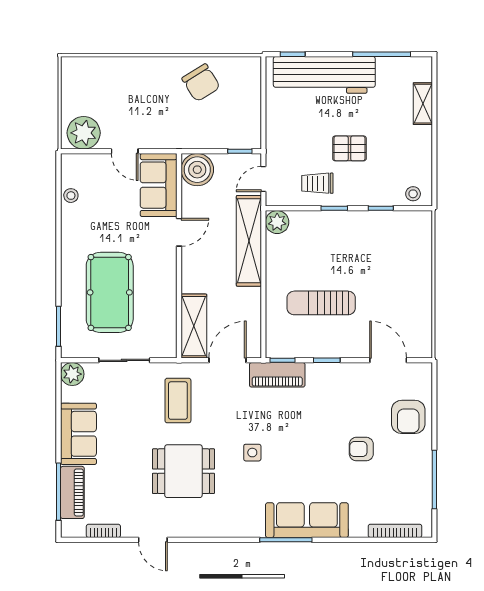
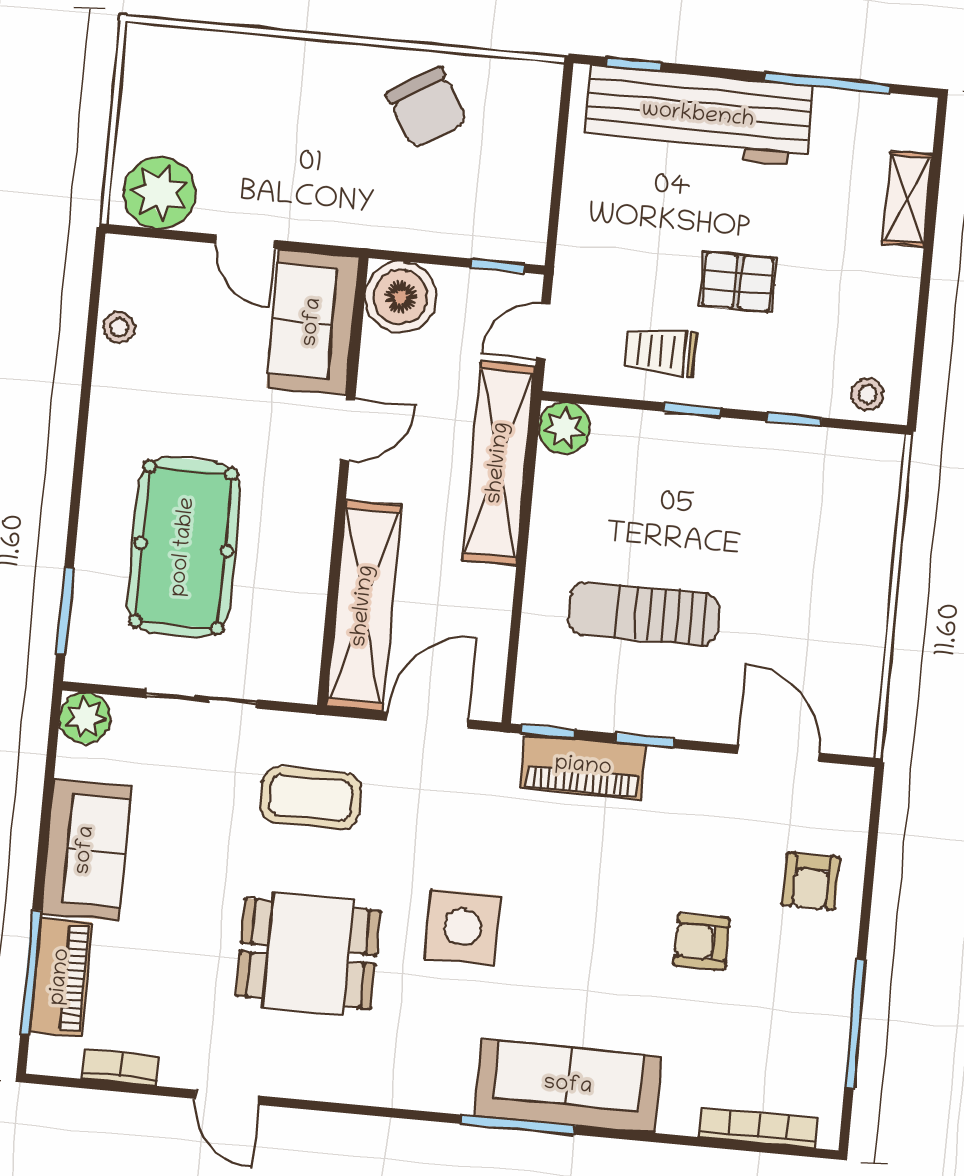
shelving: (194, 326) -> (364, 606), width x1.47
piano: (277, 375) -> (583, 767), moved
coffee table: (178, 401) -> (311, 798), turned 90
armchair: (408, 417) -> (811, 881), width x0.72, depth x0.72
side table: (252, 453) -> (462, 927), width x1.87, depth x1.87

